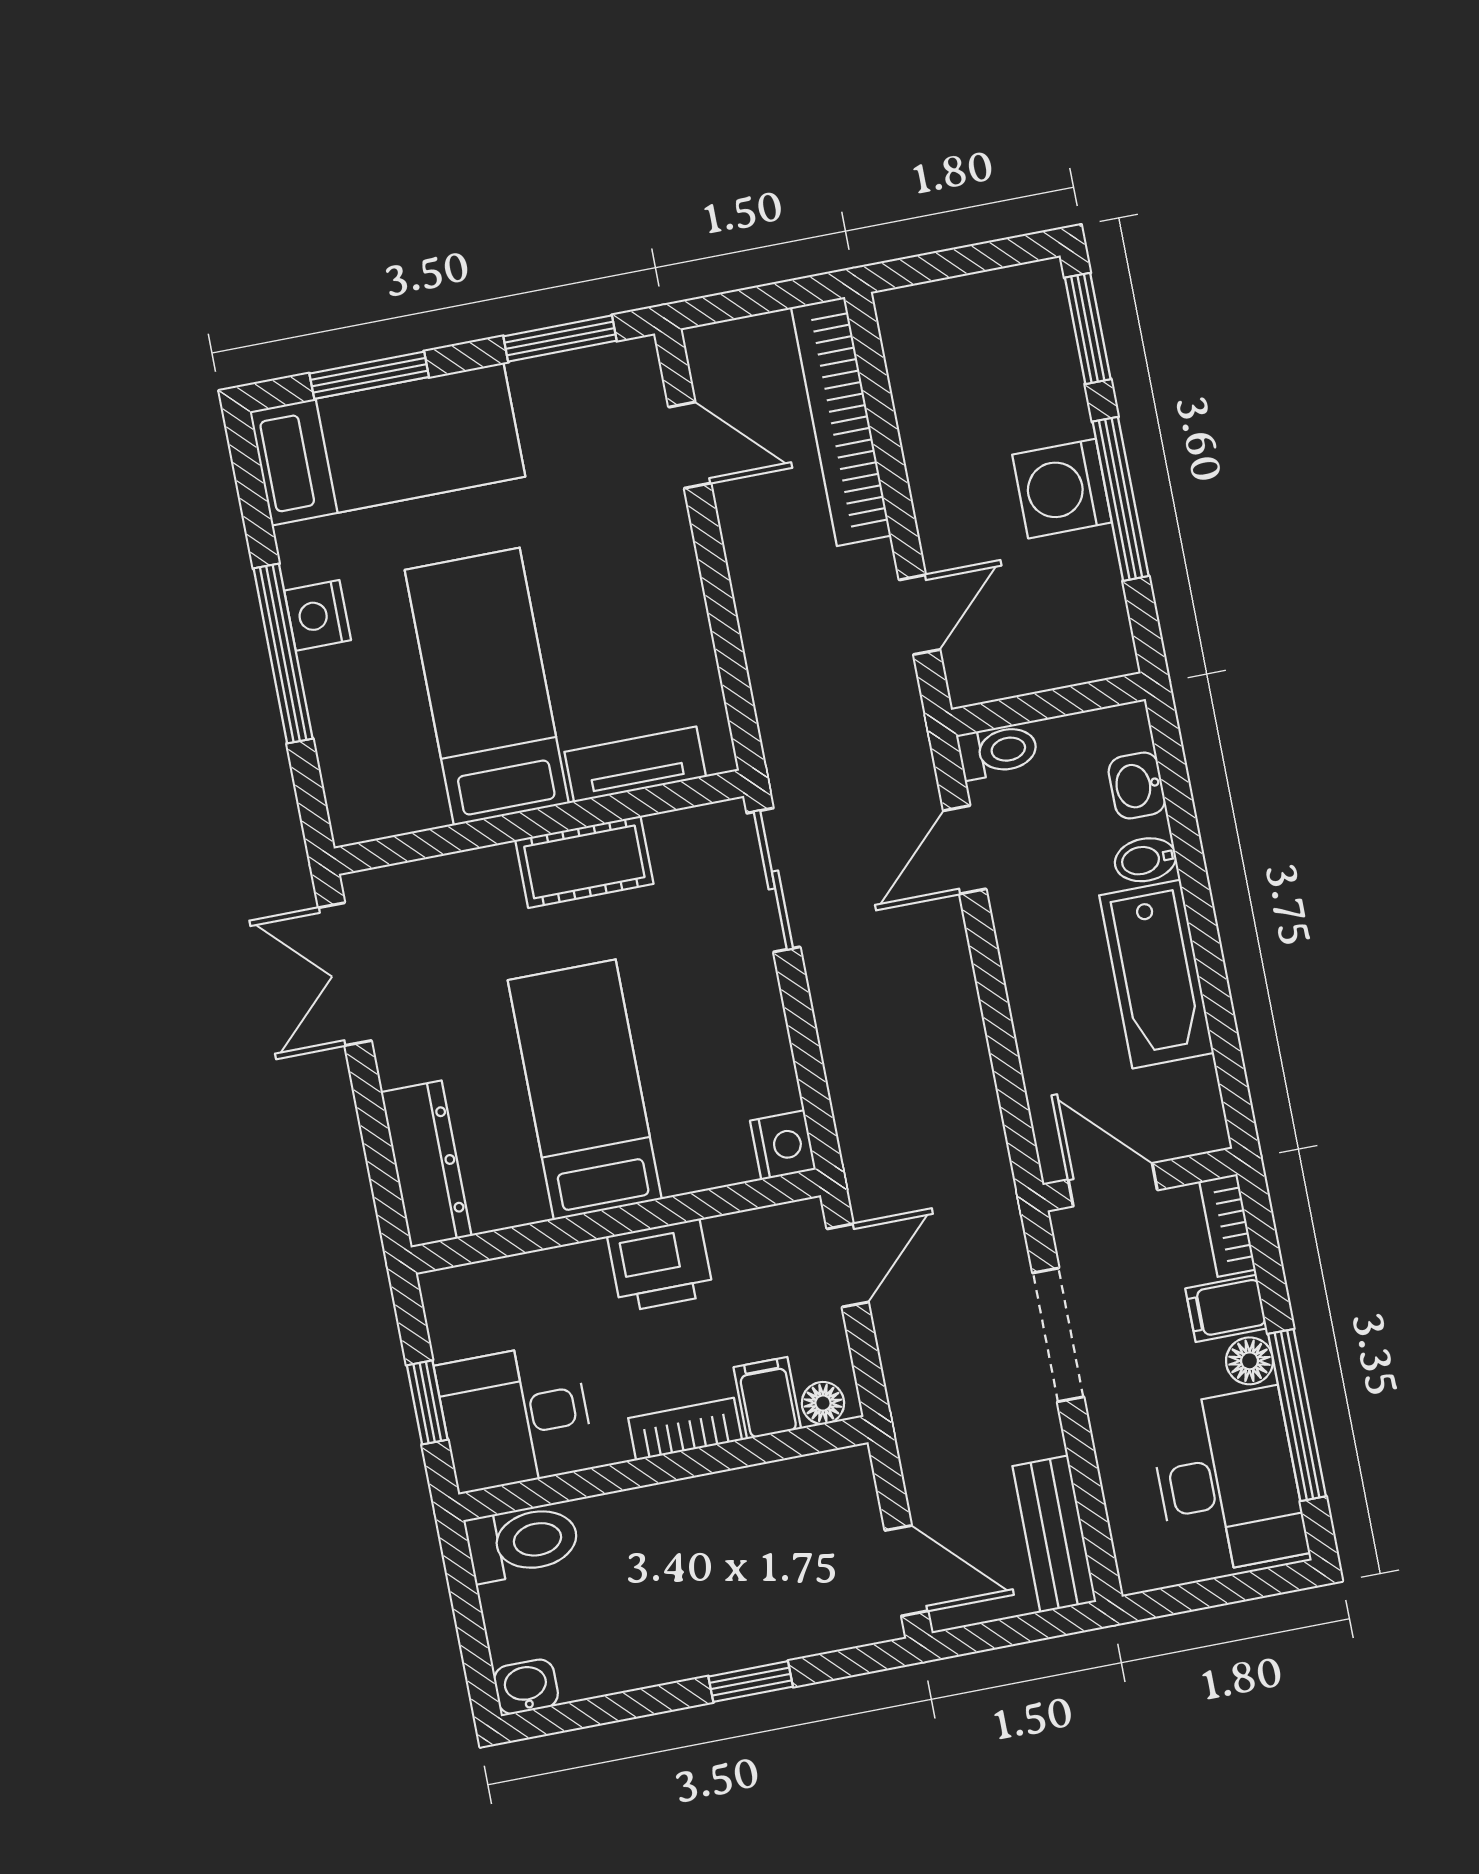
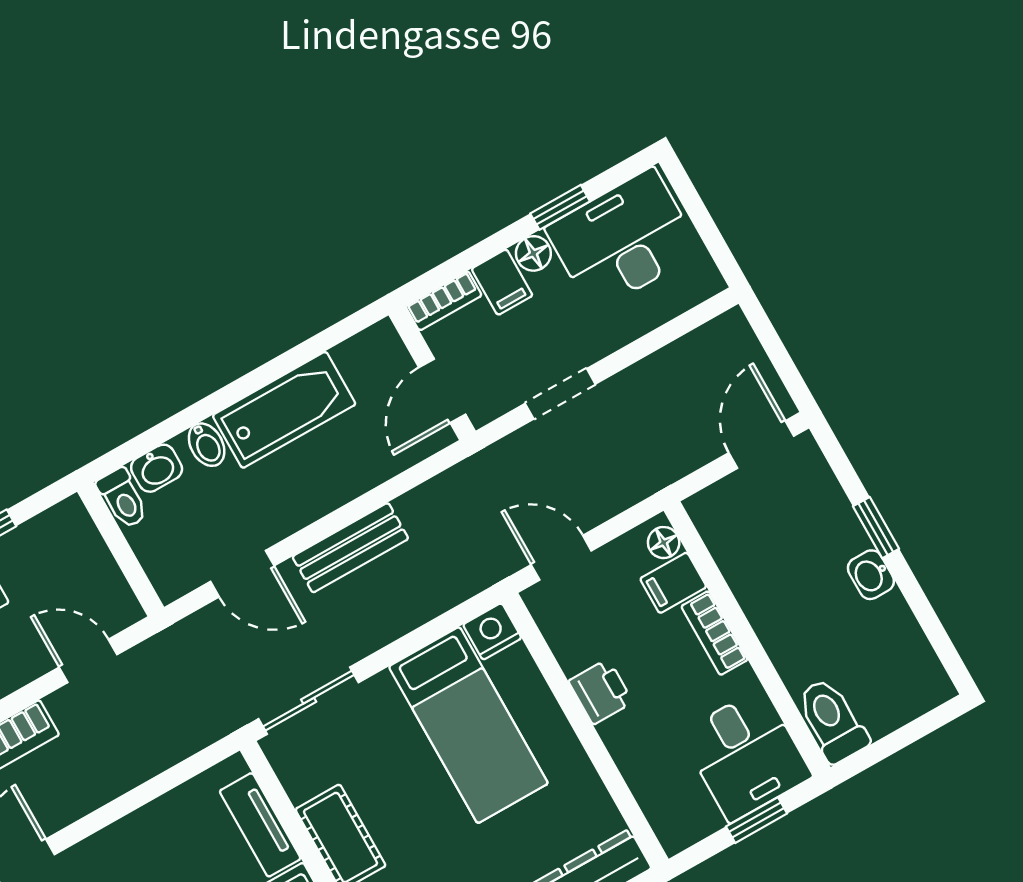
toilet: (998, 751) -> (123, 498), moved, turned 180
bed: (585, 1090) -> (468, 725), moved, turned -90
printer: (661, 1266) -> (601, 692), width x0.73, depth x0.81
doorway: (1058, 1335) -> (560, 394), width x0.73
window: (1297, 1415) -> (560, 207), width x0.46
bench: (1054, 1534) -> (350, 548), moved
washbasin: (526, 1687) -> (871, 575), moved

